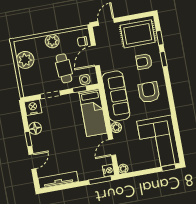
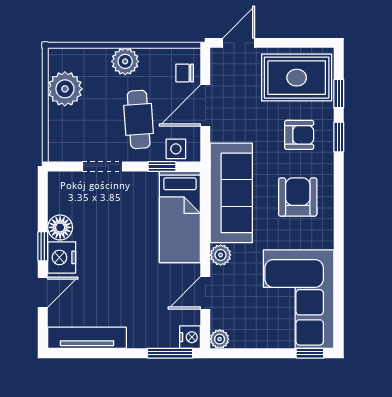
armchair: (144, 62) -> (299, 135), turned 180
nightstand: (33, 107) -> (62, 257), moved, turned -90

